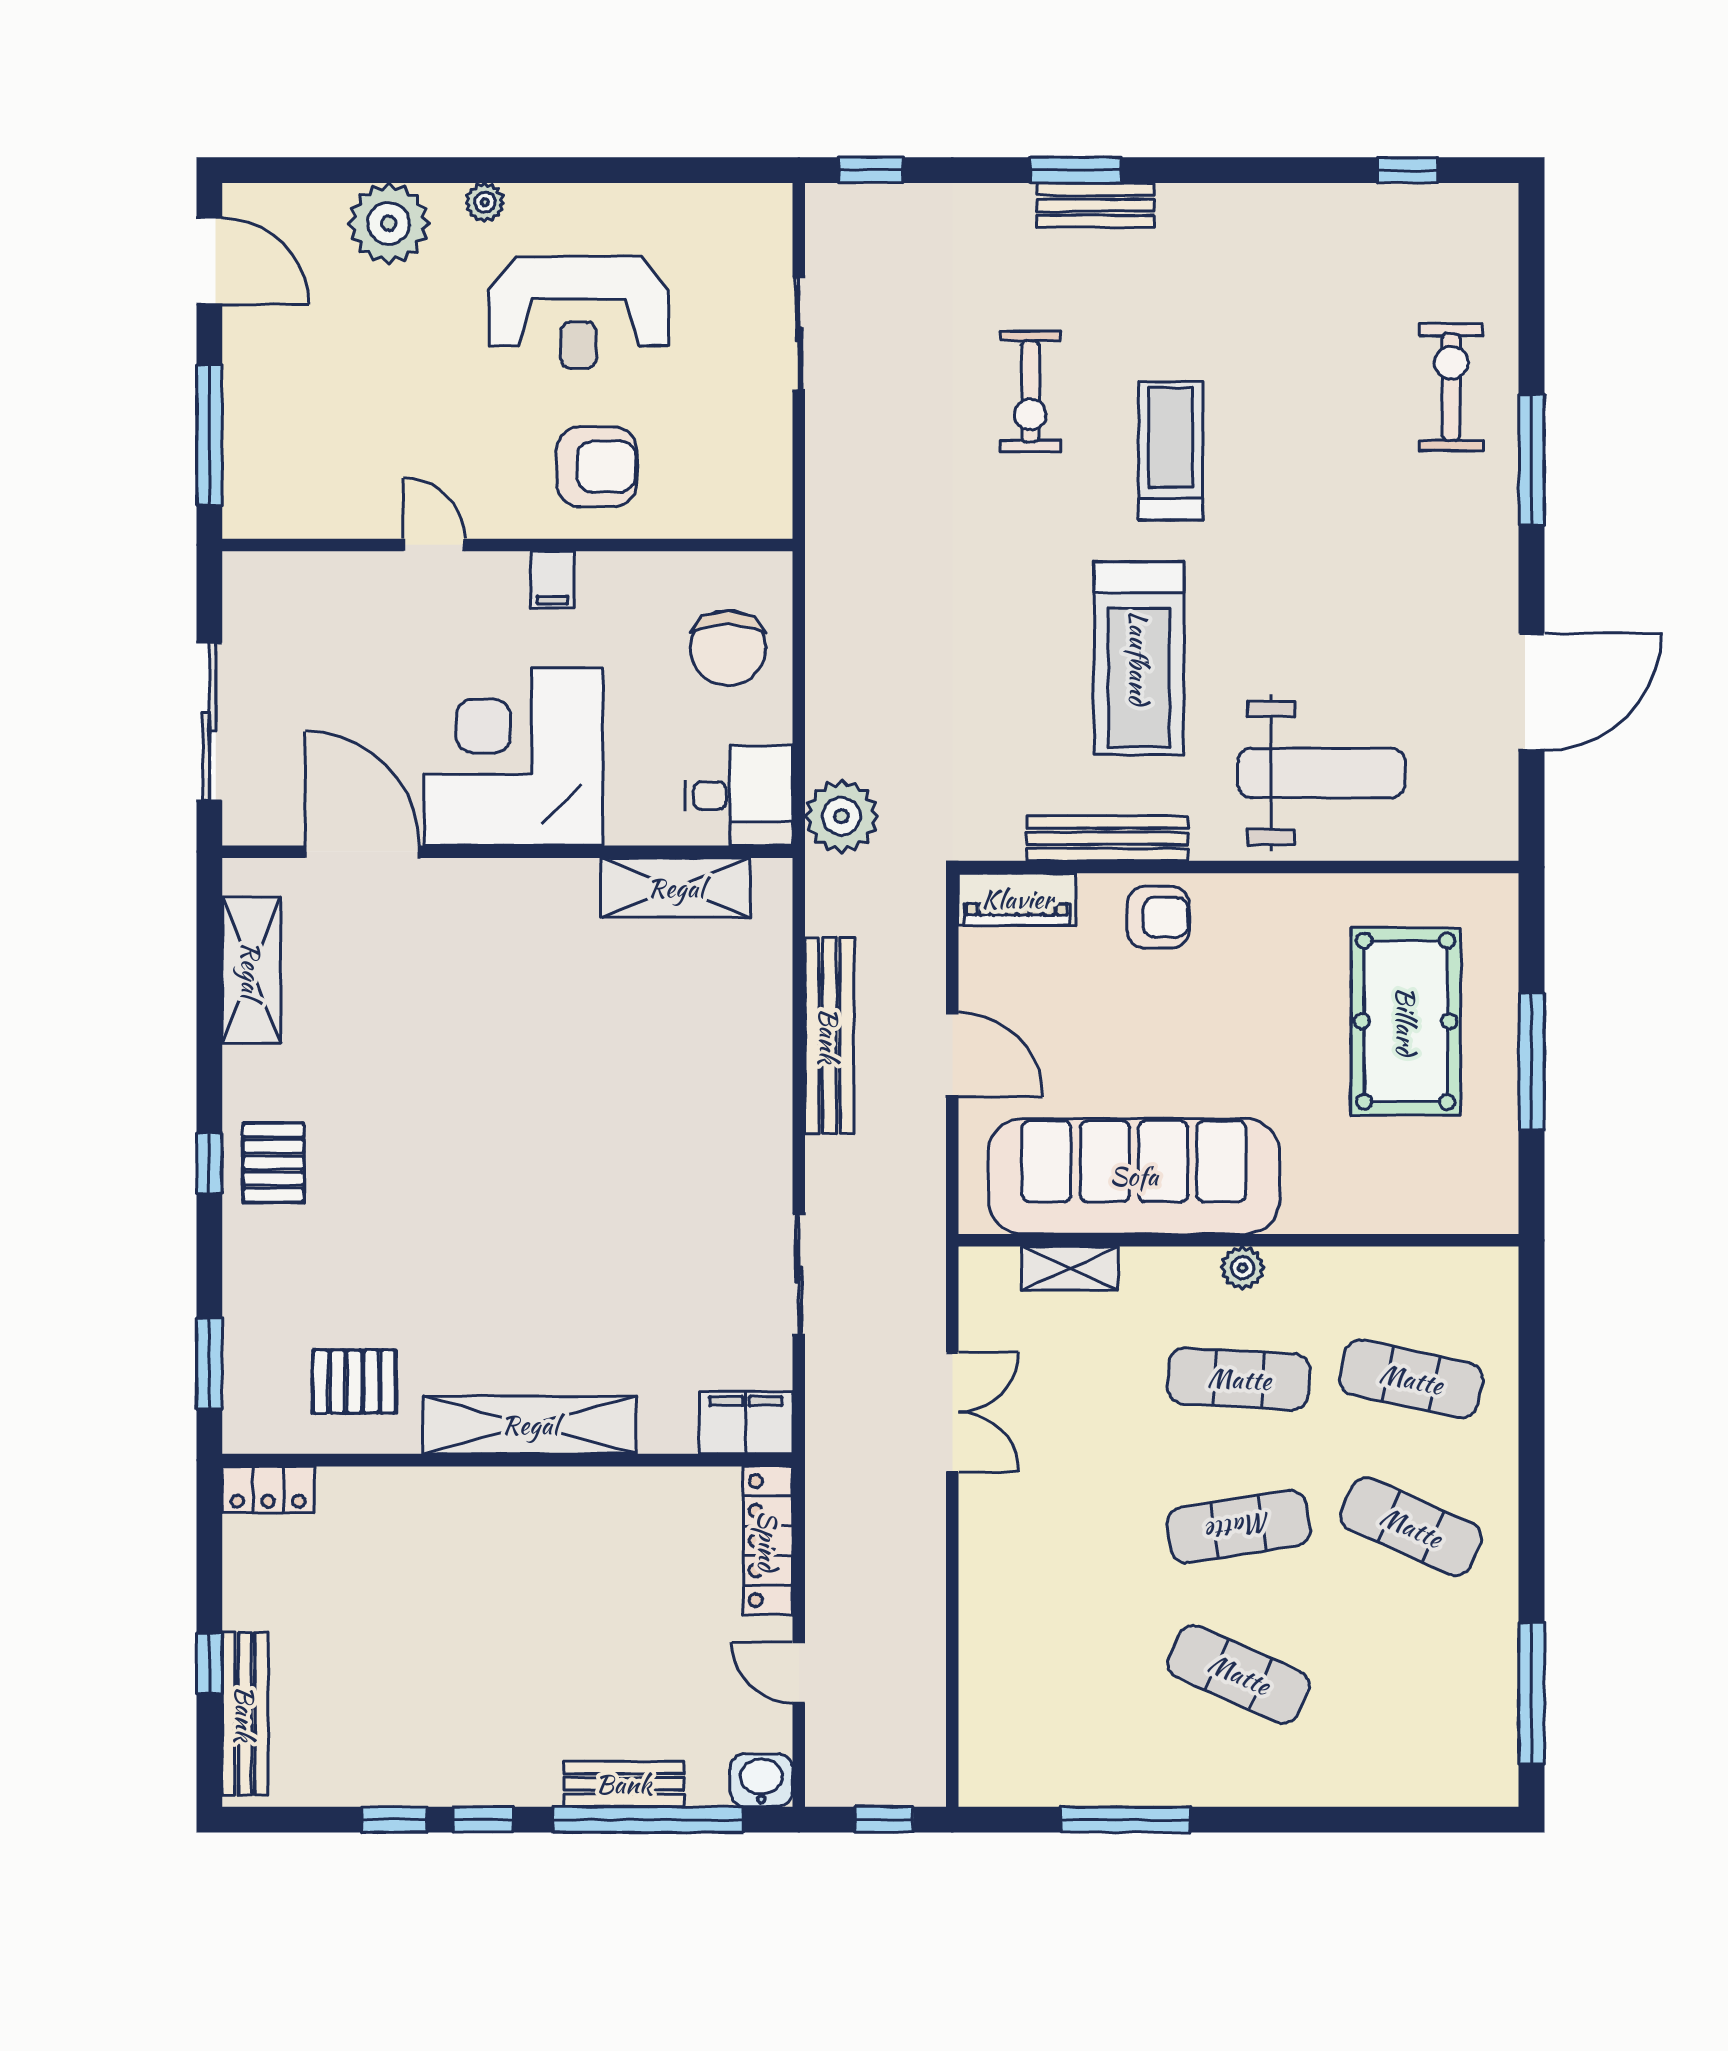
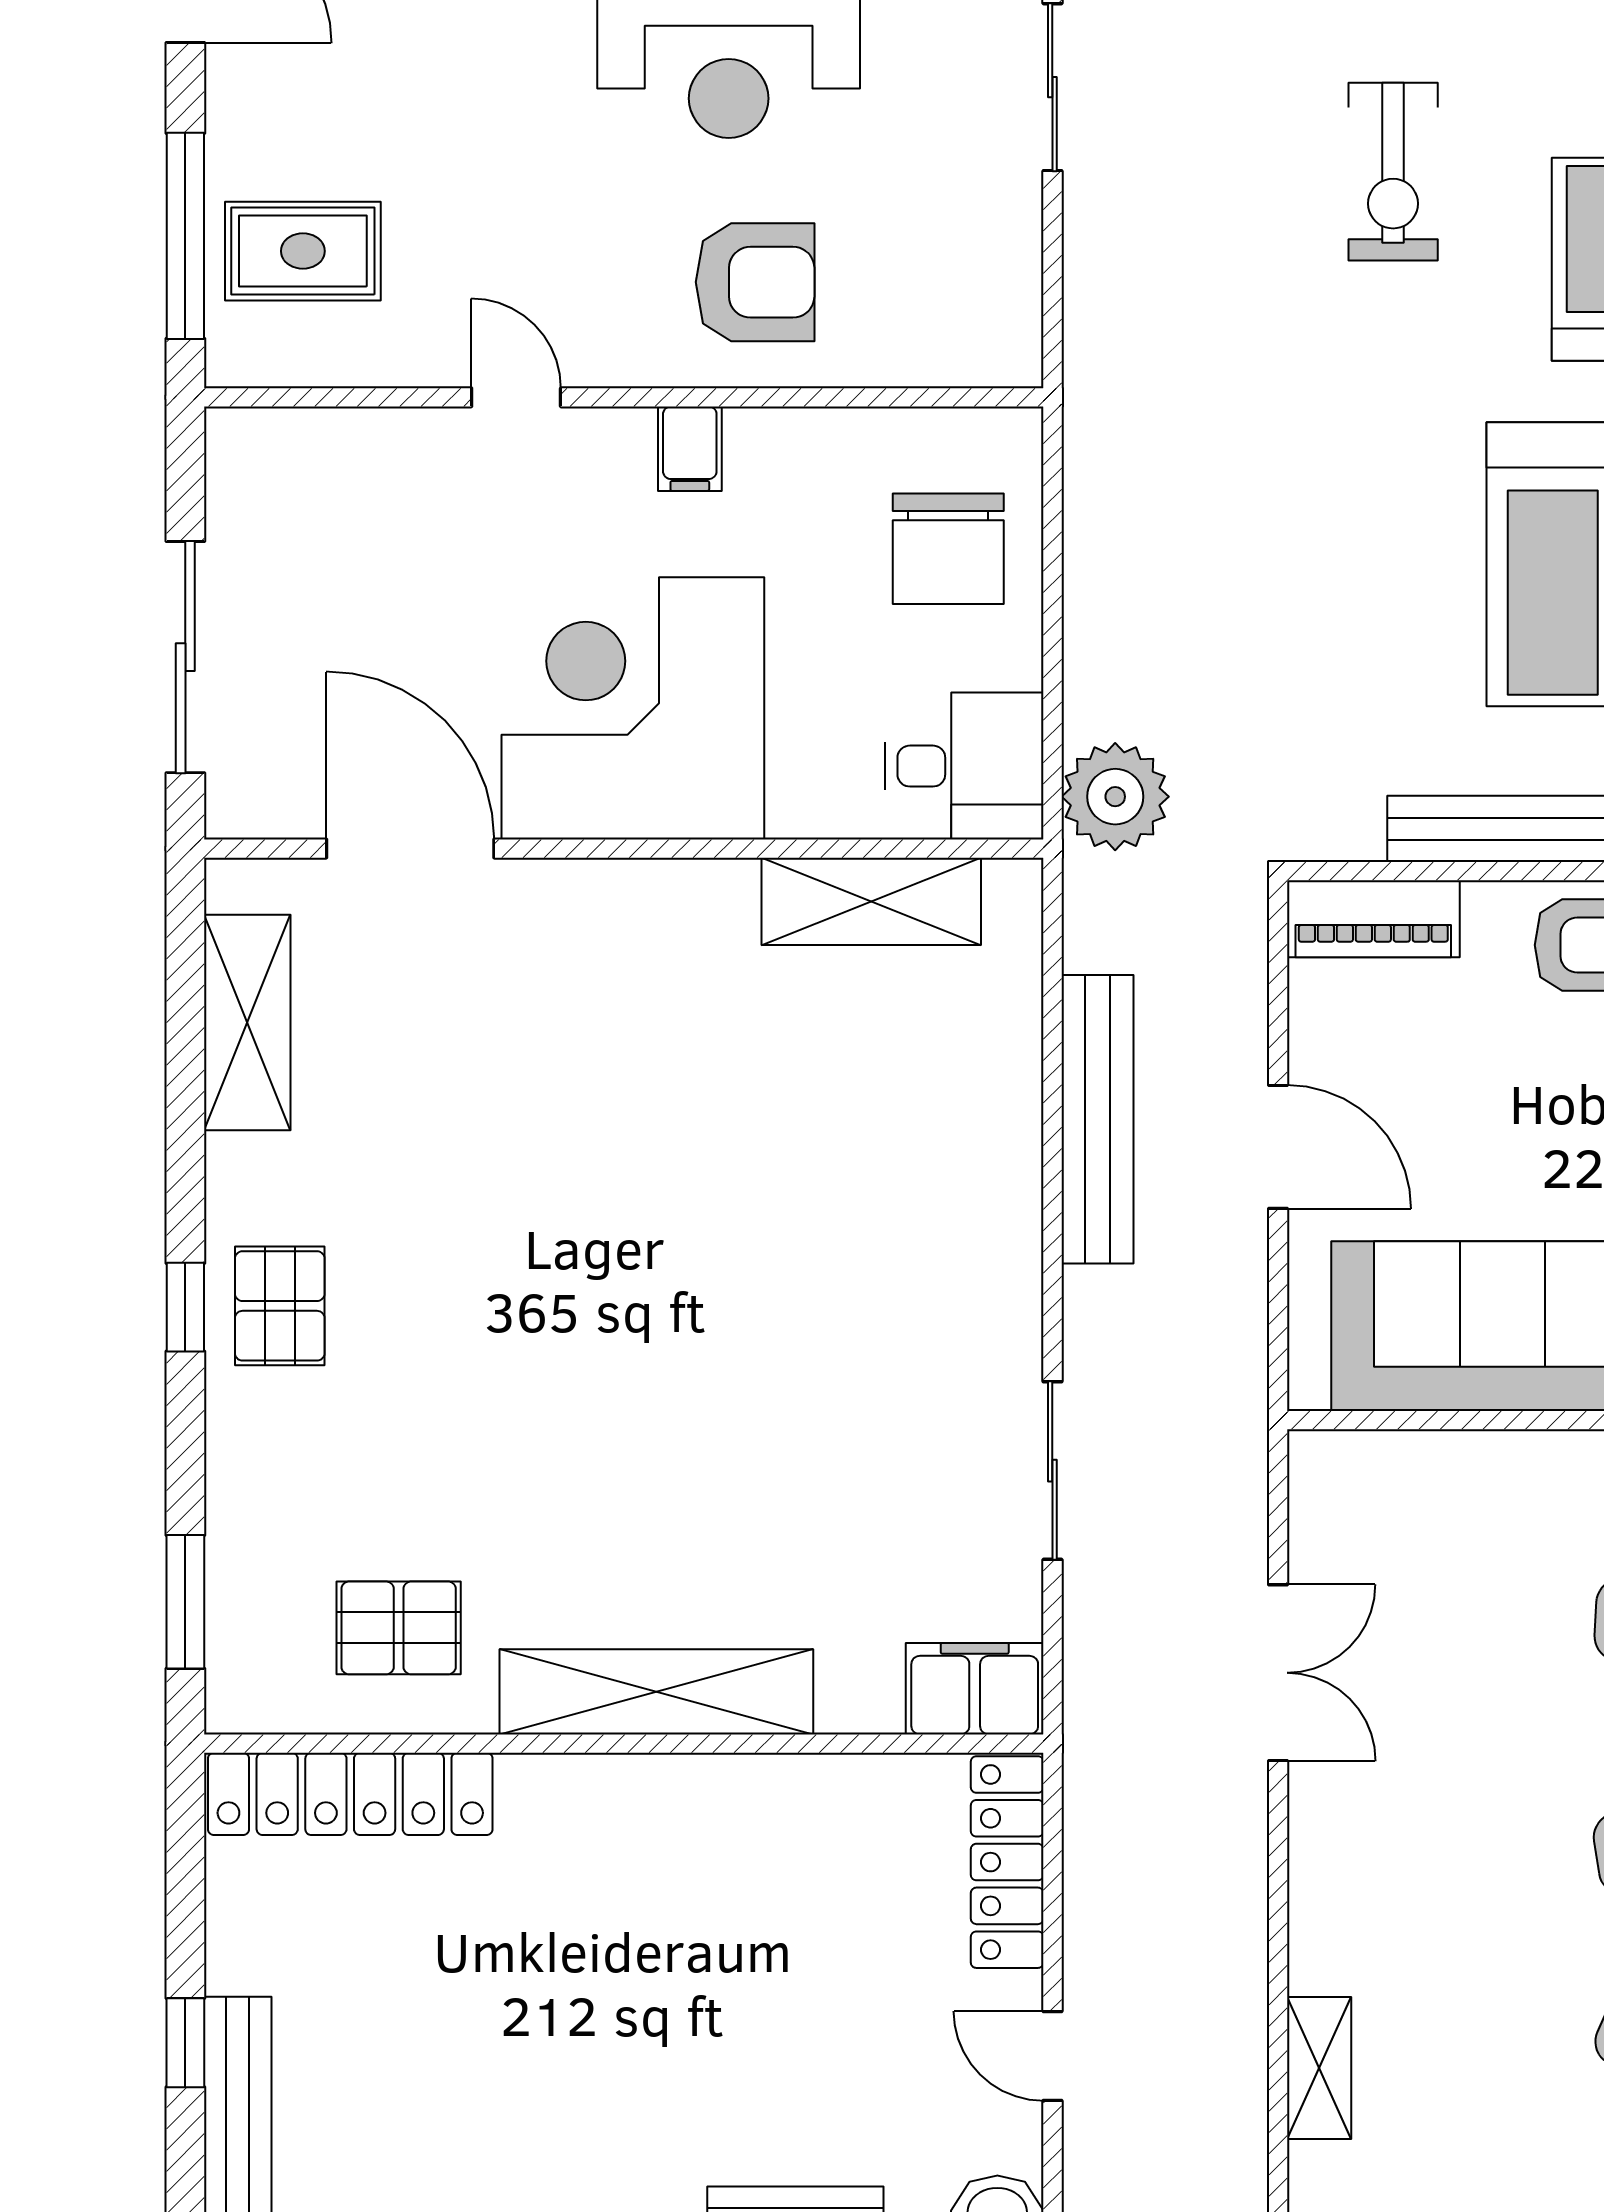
rug: (289, 445) -> (303, 251), added
shelving: (1070, 1268) -> (1319, 2068), moved, turned 90
locker: (268, 1490) -> (350, 1794), width x2.16, depth x1.21

